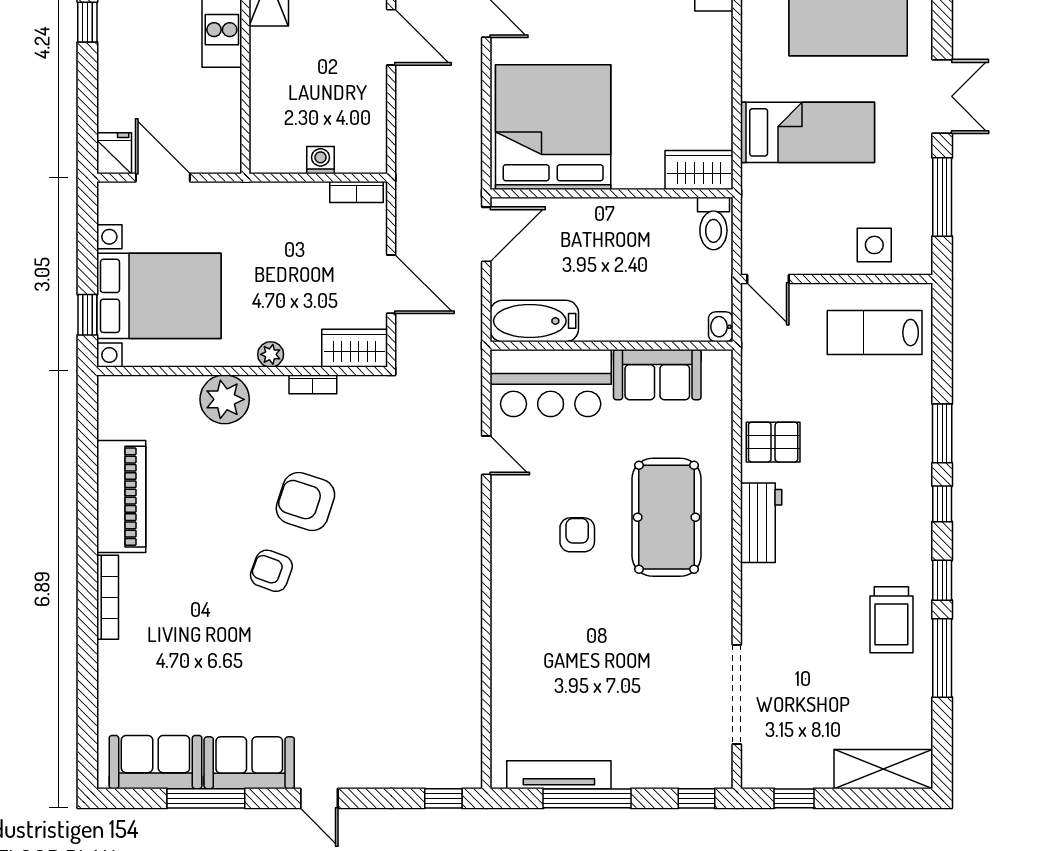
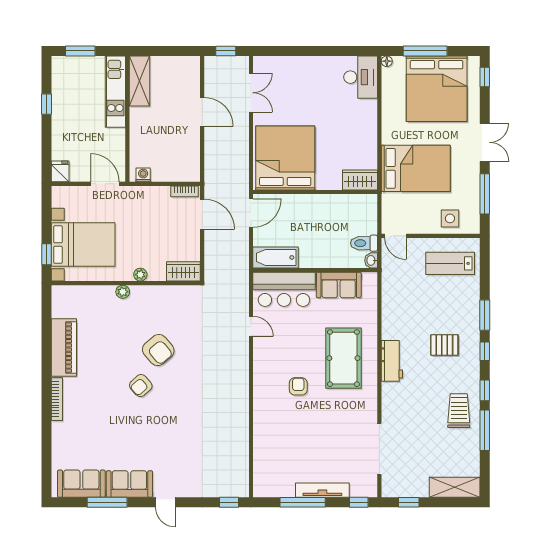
bed: (807, 132) -> (416, 168), width x1.50
washing machine: (320, 160) -> (143, 175), moved
door: (163, 178) -> (105, 184), moved
toilet: (713, 224) -> (364, 243), moved, turned 90
door: (391, 284) -> (202, 214), moved
bookcase: (313, 384) -> (162, 290), removed
plant: (225, 399) -> (123, 292), width x0.53, depth x0.53
pallet: (773, 442) -> (444, 345), moved
armchair: (305, 502) -> (158, 350), turned -148
armchair: (577, 535) -> (298, 386), moved
armchair: (271, 571) -> (141, 386), turned -62
trolley: (891, 620) -> (459, 411), turned 180
tv unit: (559, 775) -> (322, 490), moved

